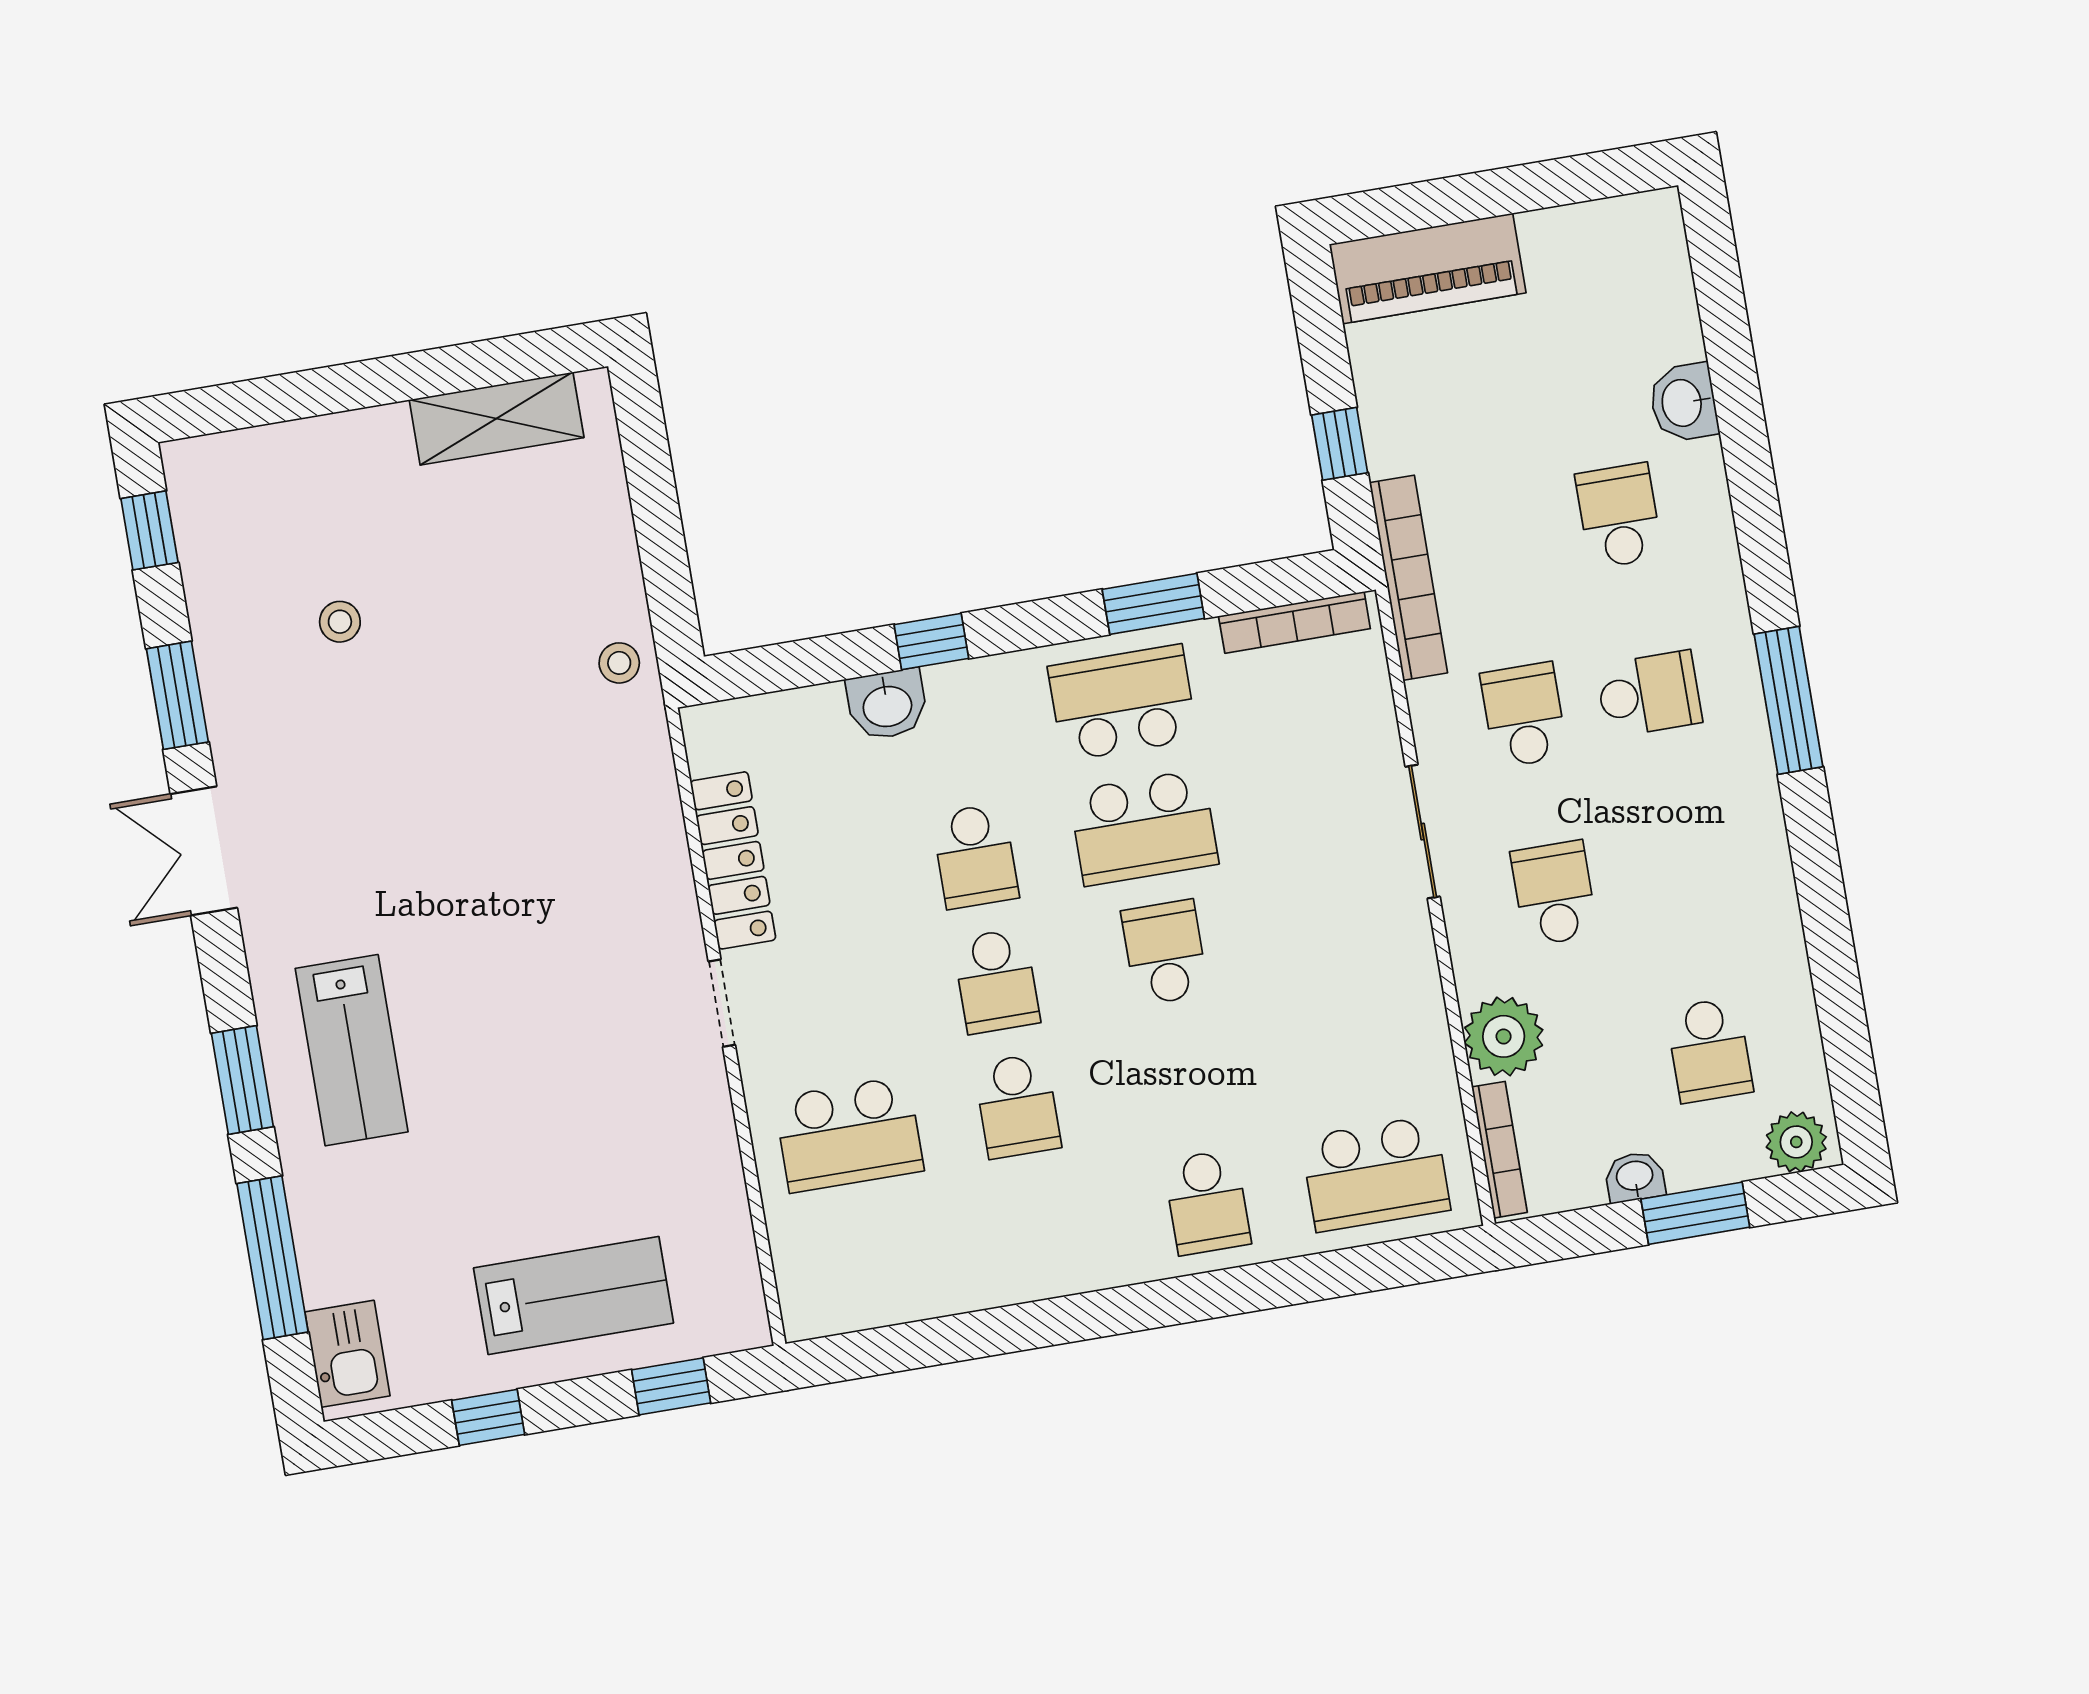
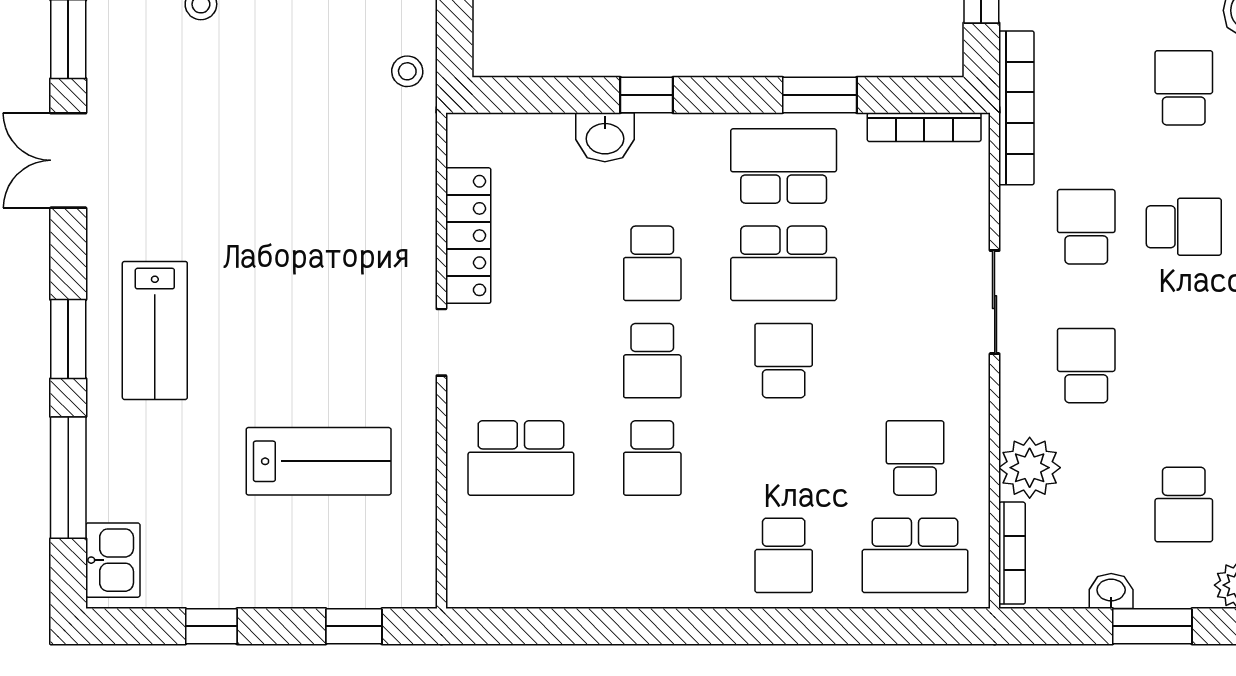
school desk: (1354, 1049) -> (915, 458), added
lab bench: (574, 1296) -> (319, 461), moved

